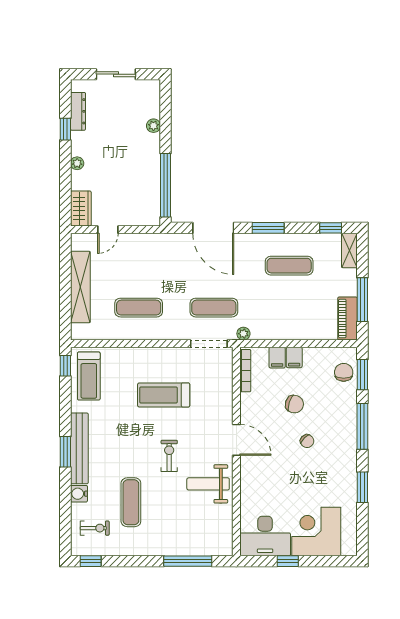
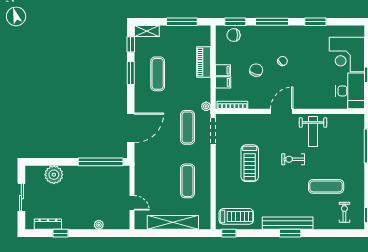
plant: (153, 126) -> (54, 175), width x1.87, depth x1.87
plant: (77, 163) -> (99, 225), moved
wardrobe: (81, 208) -> (117, 222), removed
window: (268, 228) -> (131, 73), moved
piano: (347, 318) -> (204, 62), moved, turned 90
water cooler: (79, 494) -> (320, 223), removed

